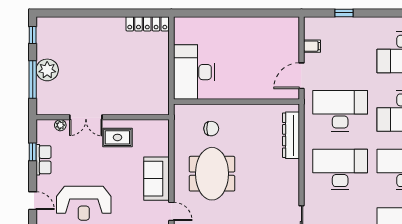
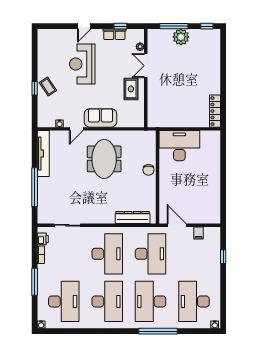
chair: (211, 129) -> (148, 170), moved
meeting table: (212, 174) -> (104, 159), turned 90

